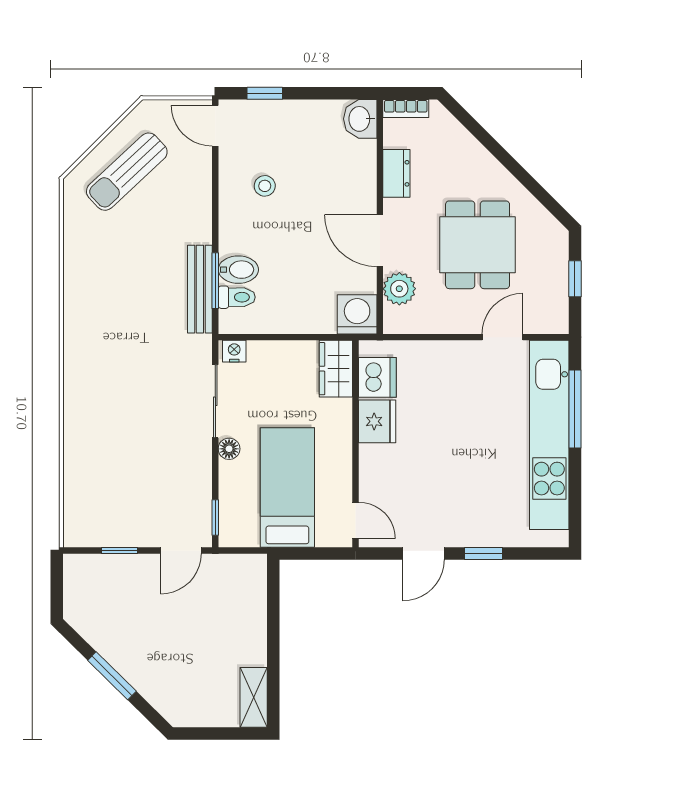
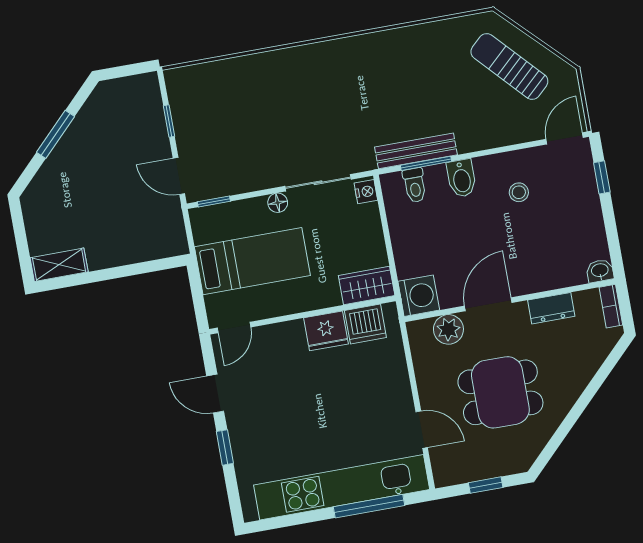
washbasin: (360, 119) -> (600, 271), width x0.72, depth x0.69
bidet: (238, 270) -> (462, 178), moved

